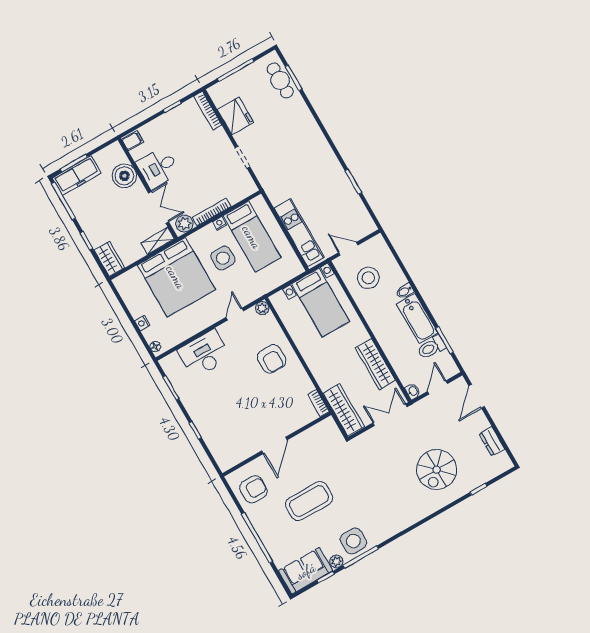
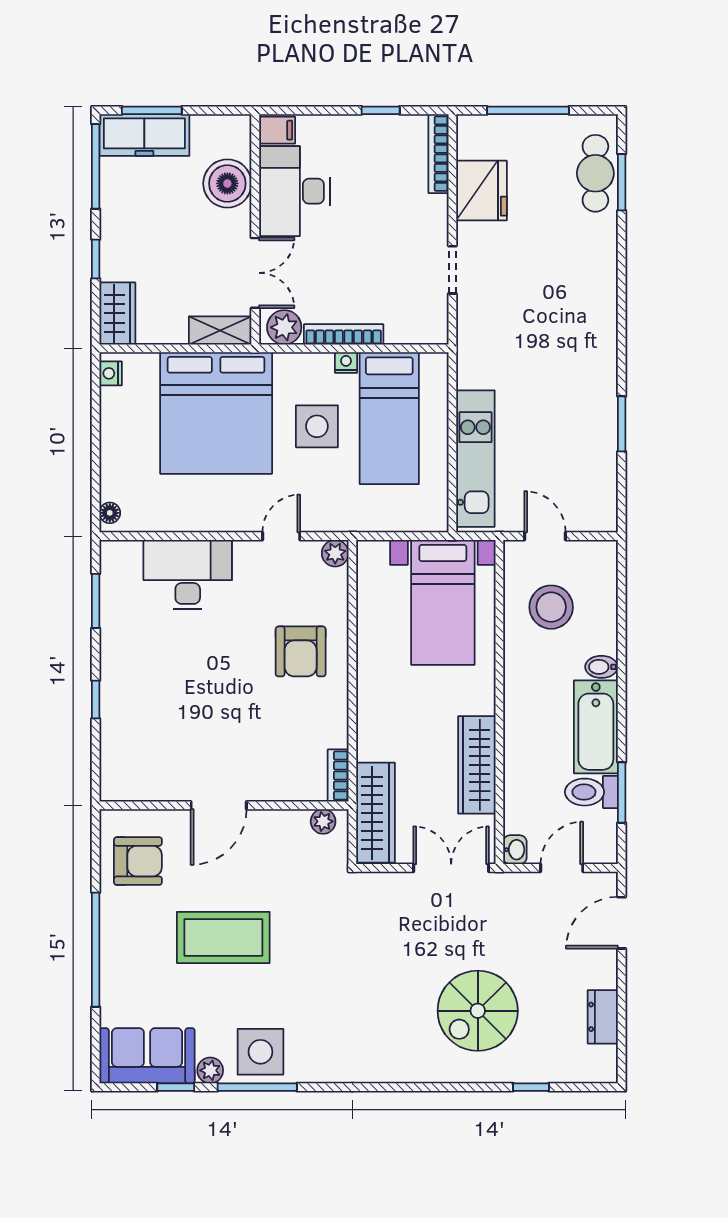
desk: (158, 168) -> (294, 191), width x1.37
nightstand: (142, 323) -> (111, 373), moved
plant: (323, 426) -> (323, 821), added

